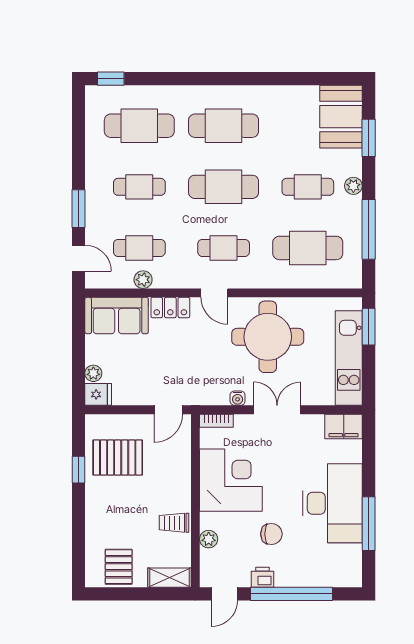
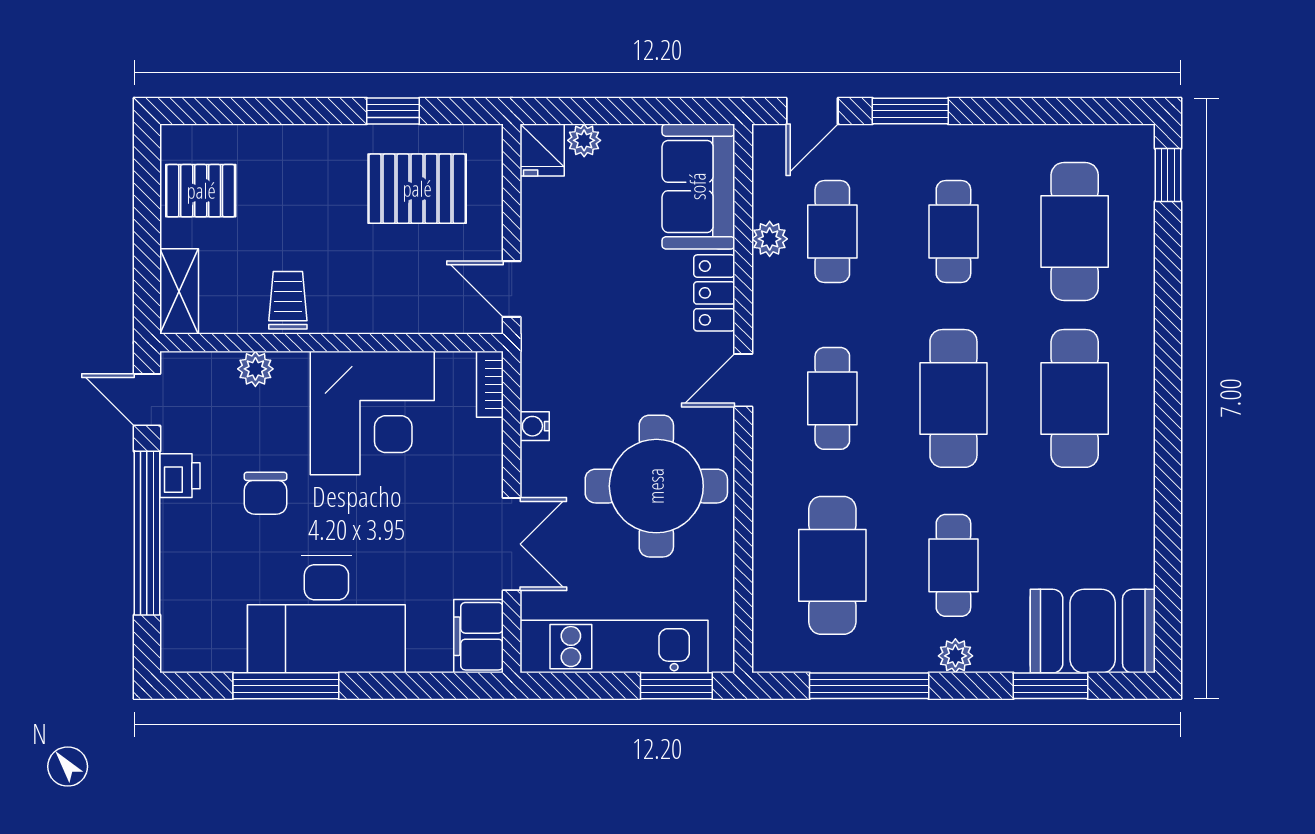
double door: (277, 410) -> (512, 544), moved
pallet: (118, 458) -> (417, 189), turned 90

